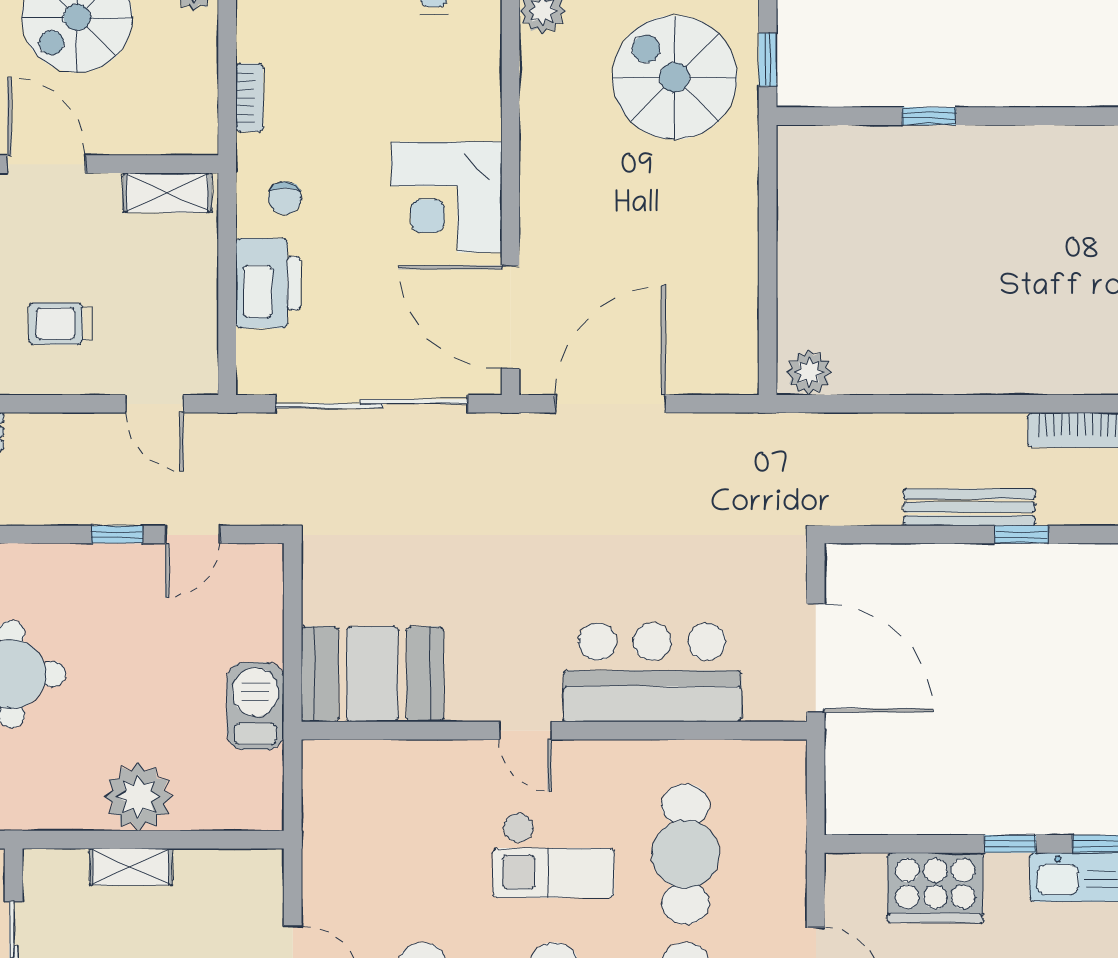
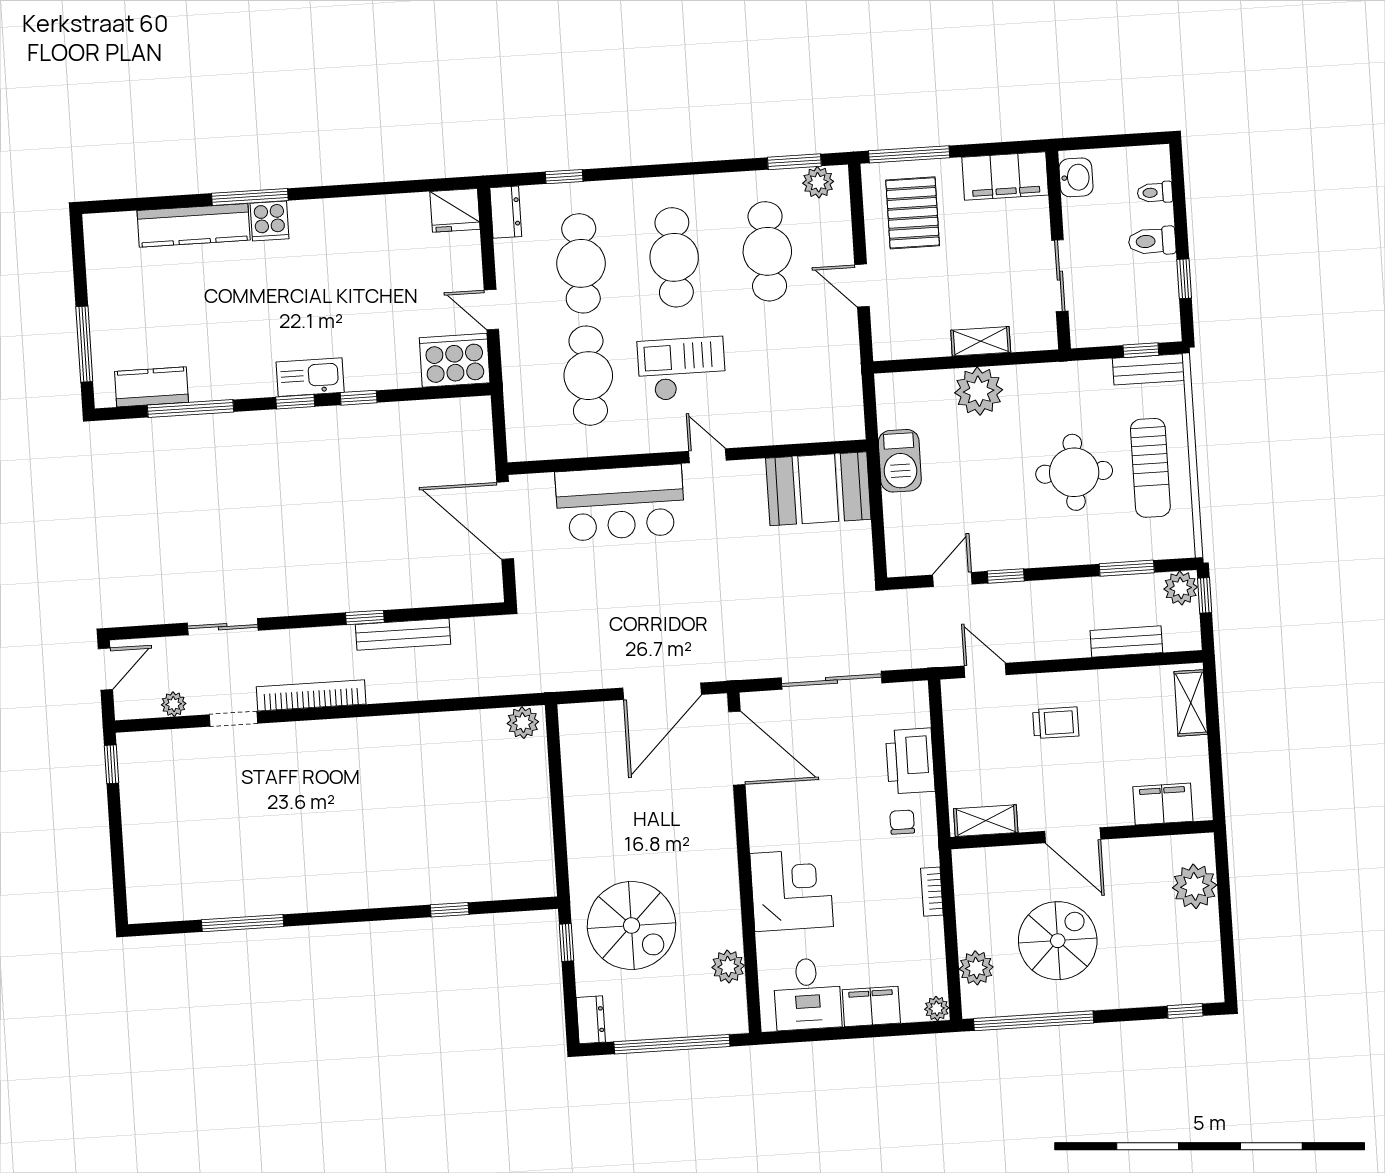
corner desk: (446, 197) -> (792, 890), moved
sliding door: (371, 404) -> (831, 680), width x0.73
cooker: (935, 888) -> (455, 360), moved

